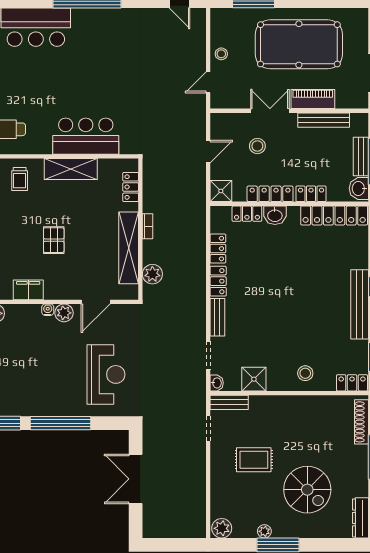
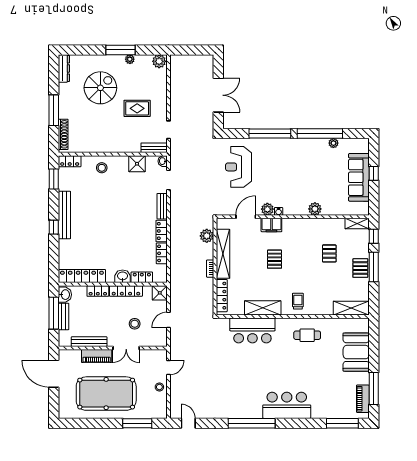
locker: (131, 187) -> (222, 296), width x1.53
filing cabinet: (28, 290) -> (271, 225), moved
spiral stairs: (307, 490) -> (100, 88), turned 90

